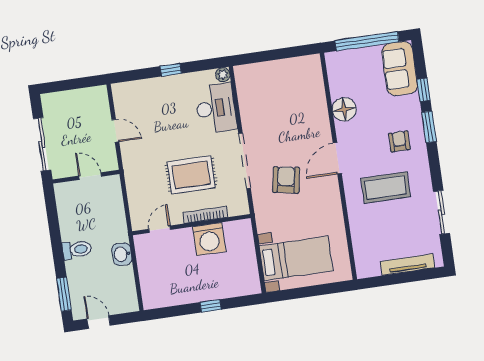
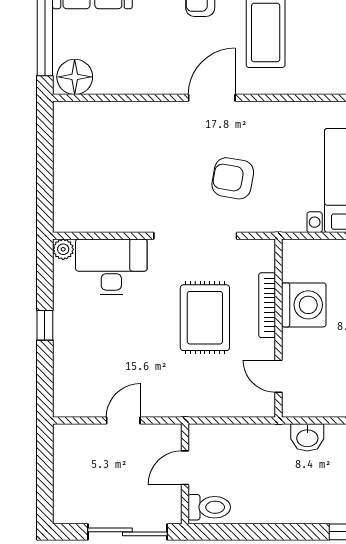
floor lamp: (344, 109) -> (75, 77), moved
door: (337, 158) -> (212, 98), swing flipped
toilet: (77, 250) -> (209, 507), moved, turned 90

